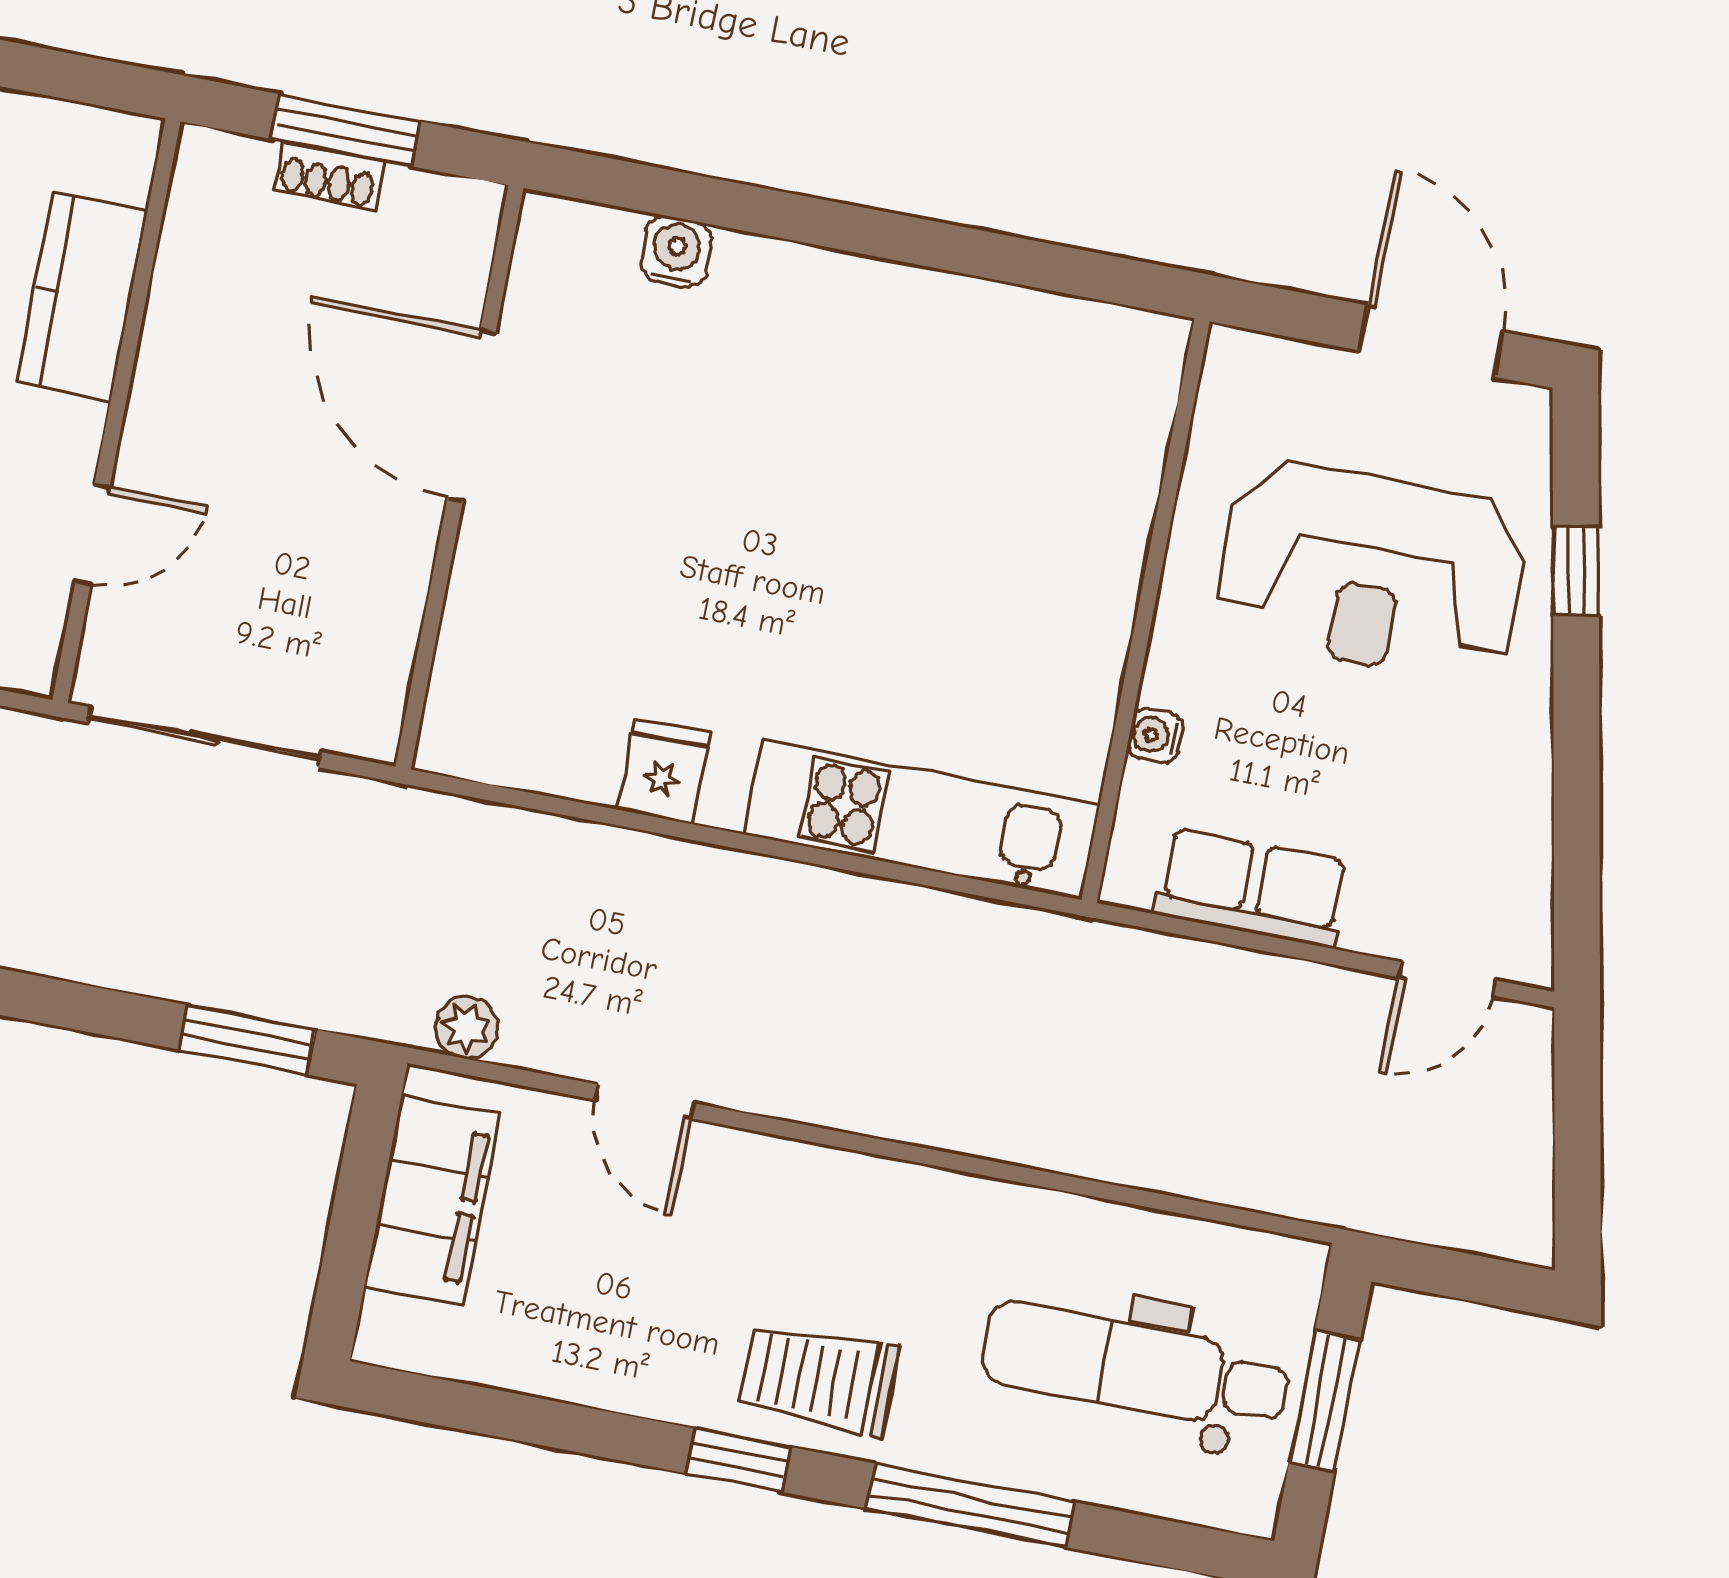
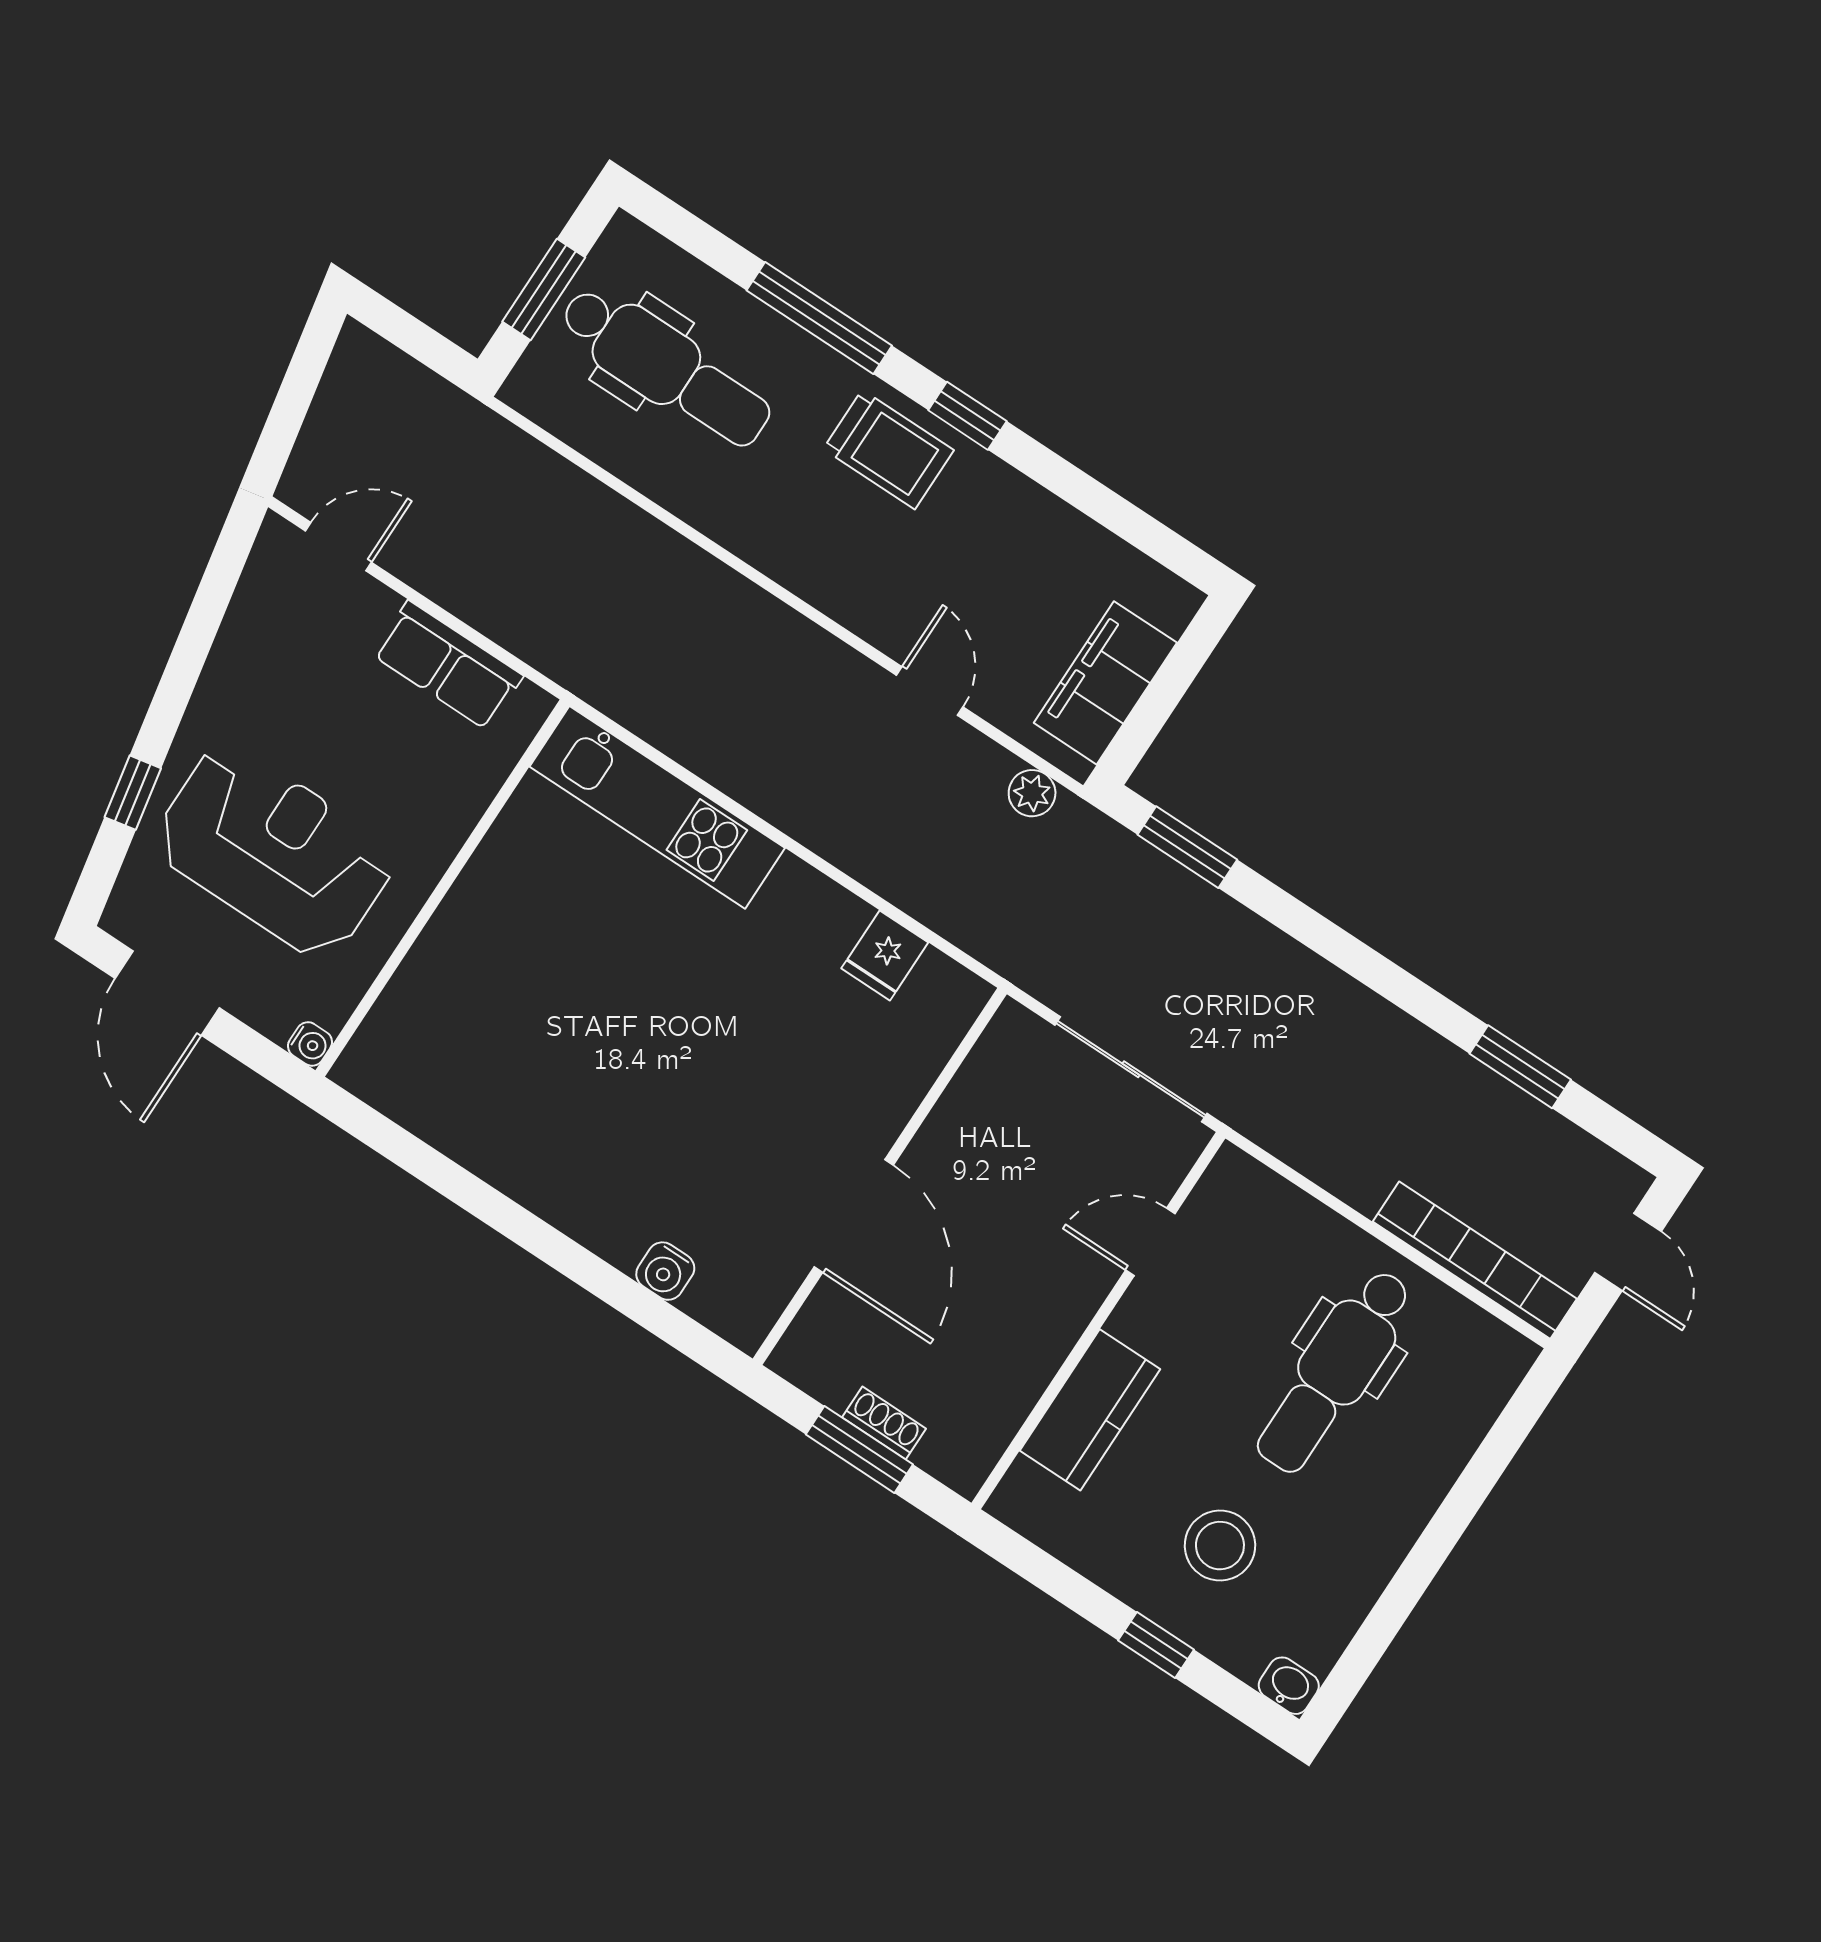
water cooler: (1155, 736) -> (310, 1044), moved
fridge: (663, 771) -> (885, 955), moved

